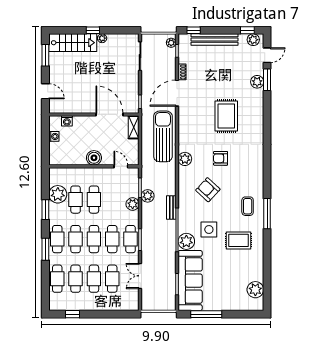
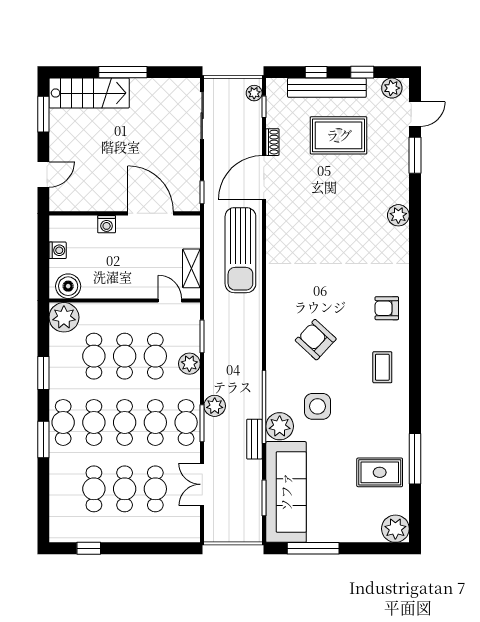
window: (93, 30) -> (123, 72), width x2.17
window: (194, 30) -> (316, 72), moved
window: (247, 30) -> (362, 72), moved
plant: (102, 38) -> (138, 86), removed
plant: (257, 82) -> (398, 215), moved
door: (45, 91) -> (43, 174), hinge flipped
rug: (226, 116) -> (339, 135), moved, turned 90
washing machine: (67, 121) -> (107, 224), moved
shelving: (134, 127) -> (191, 268), moved
sun lounger: (163, 136) -> (240, 250), turned 180
boiler: (94, 158) -> (68, 286), moved
armchair: (221, 158) -> (387, 308), moved
plant: (185, 159) -> (277, 288), removed
plant: (58, 194) -> (64, 317), moved
plant: (148, 196) -> (215, 406), moved
bench: (171, 208) -> (254, 439), moved
window: (267, 214) -> (415, 459), moved
rug: (239, 240) -> (380, 472), moved
cafe table: (57, 279) -> (155, 356), moved
plant: (255, 290) -> (395, 529), moved

